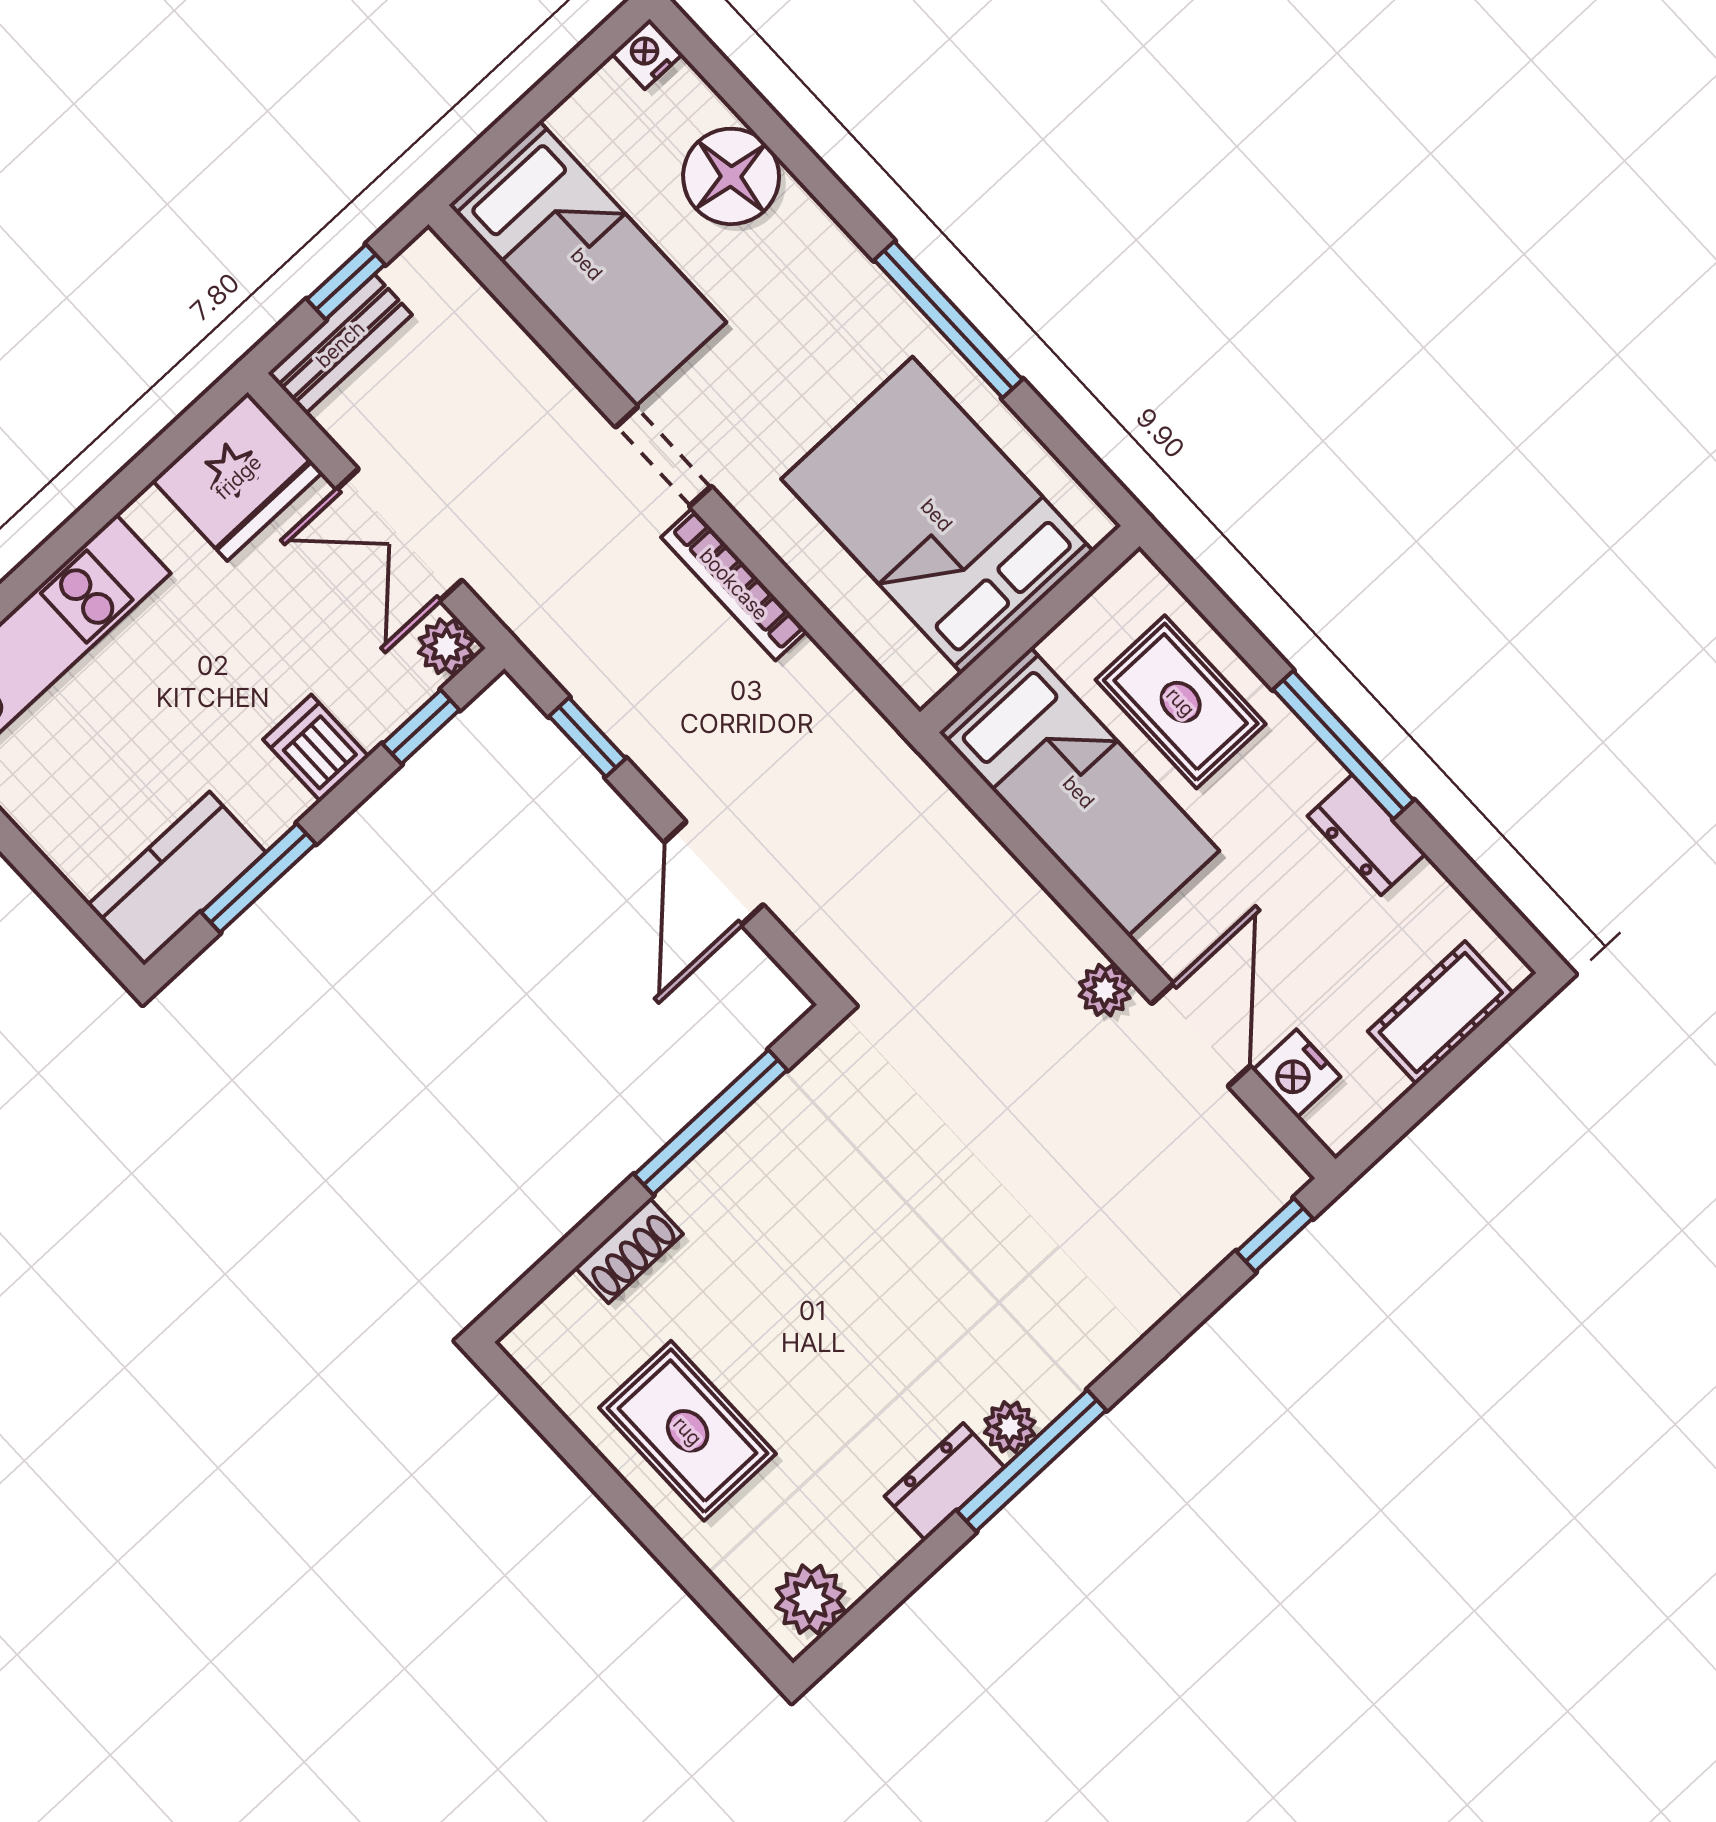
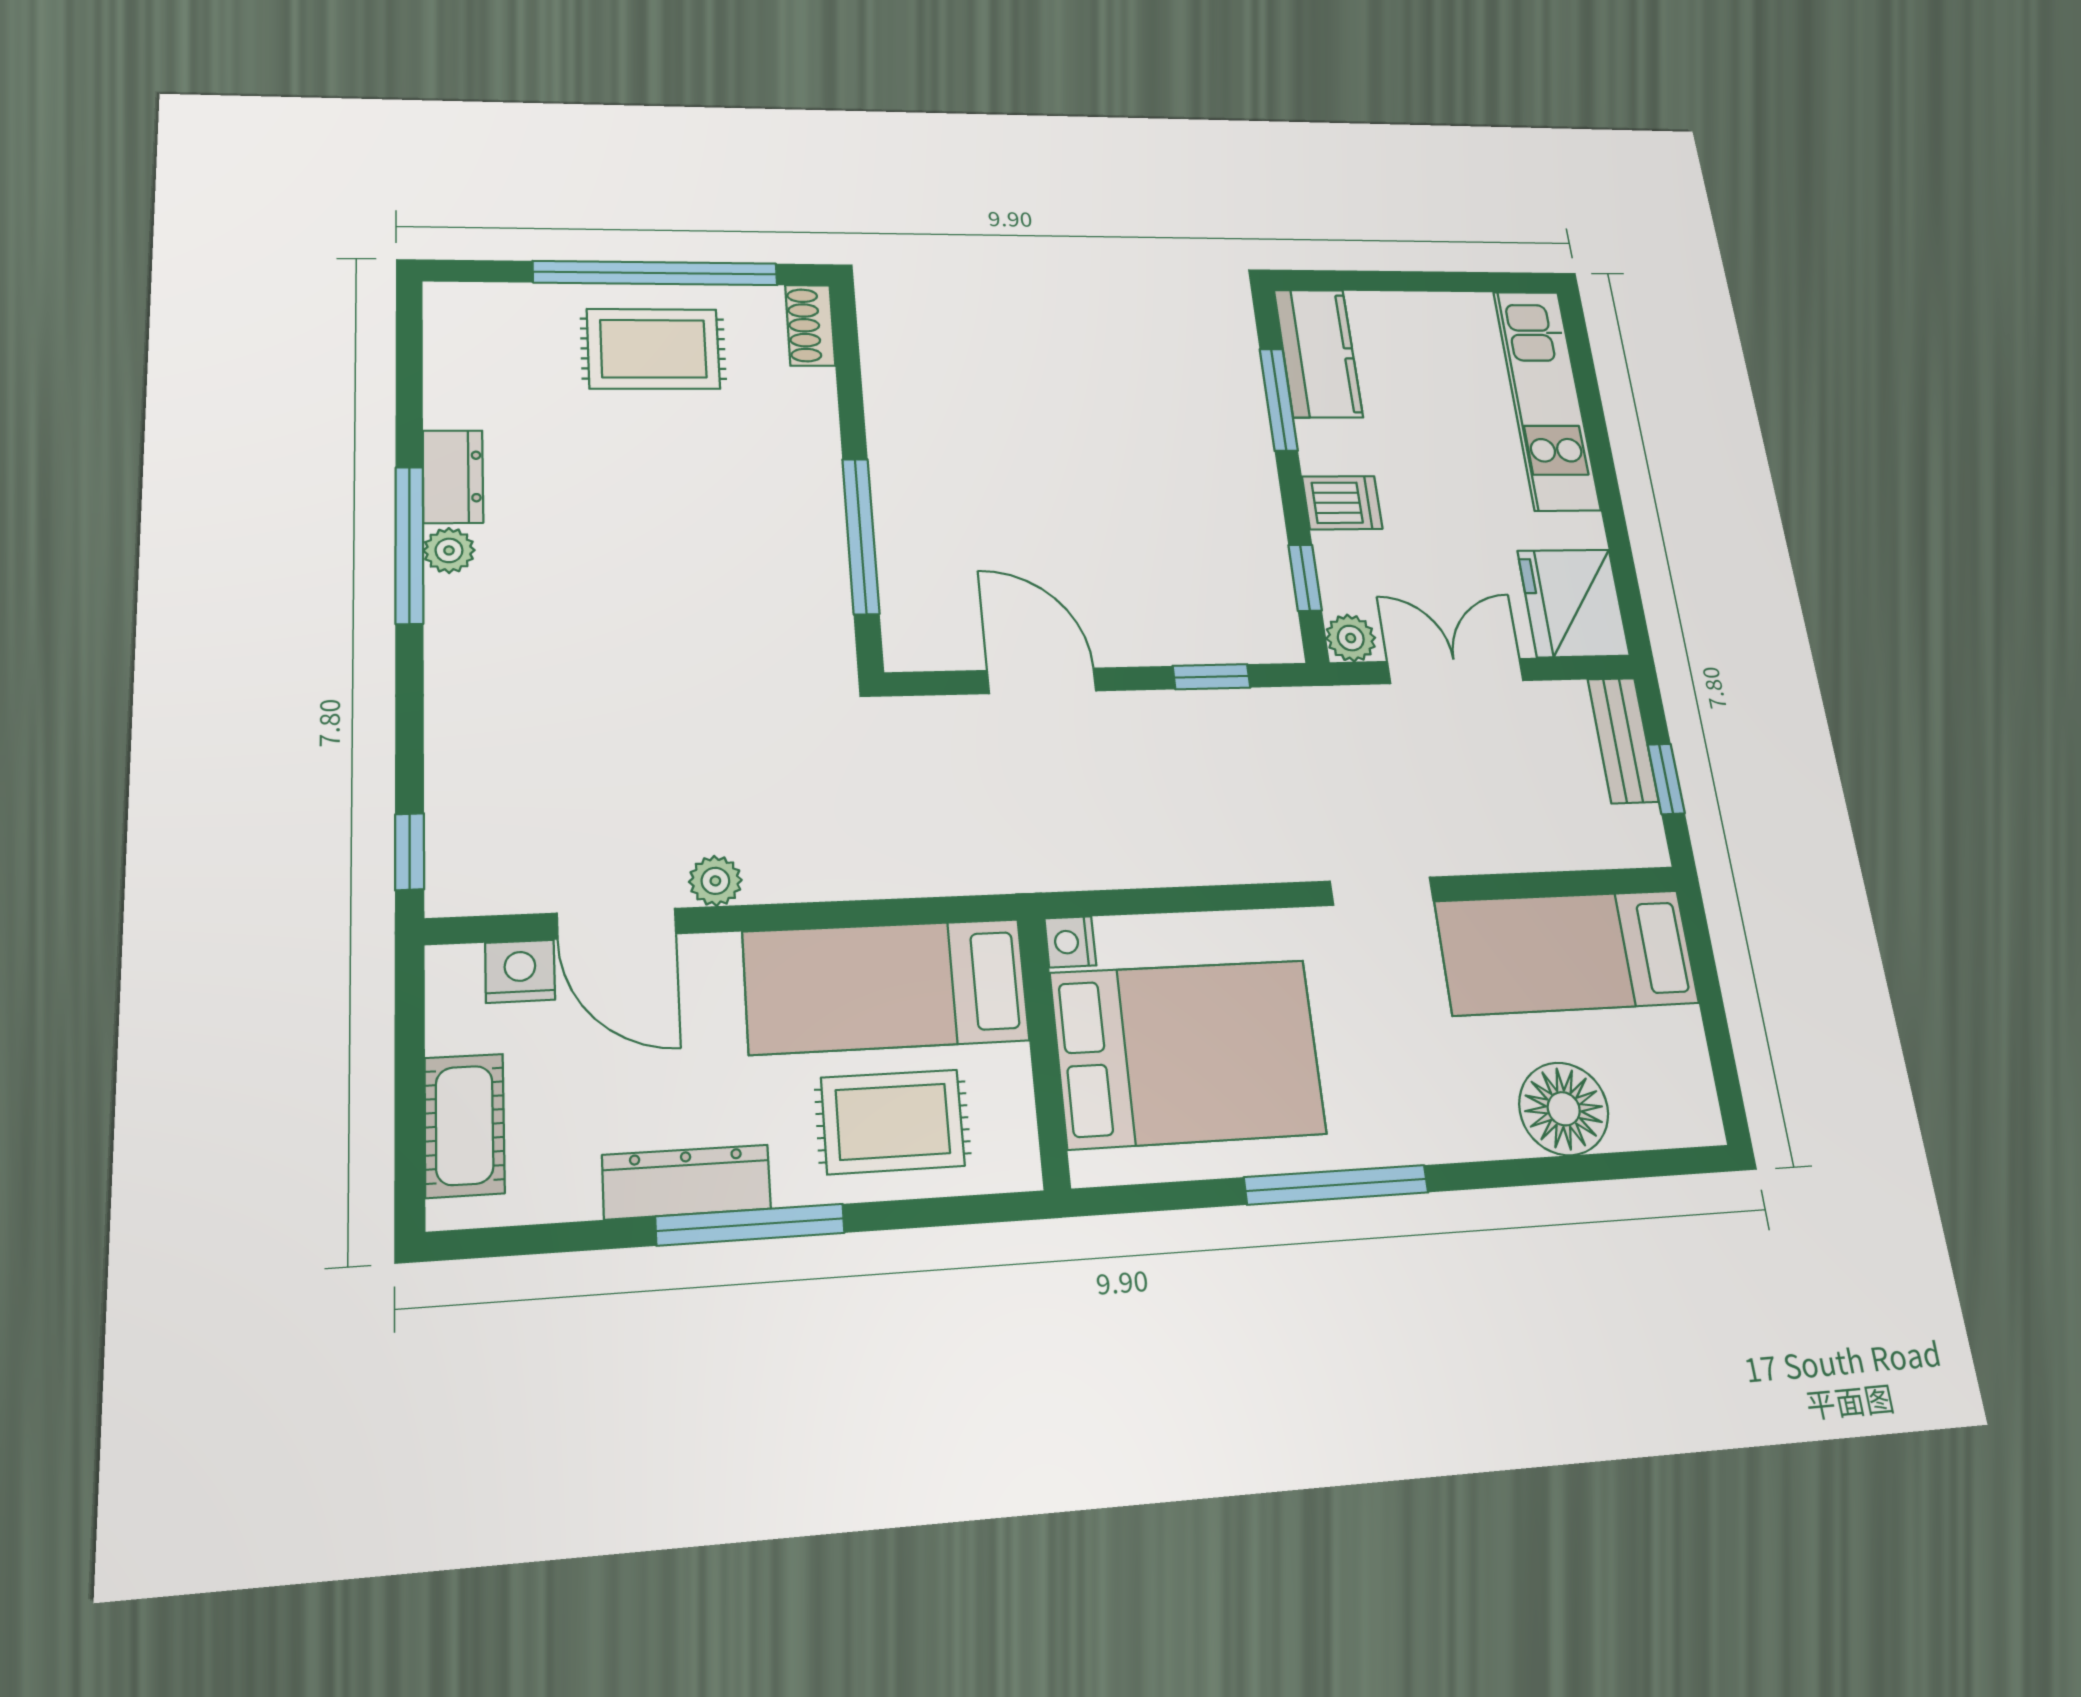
nightstand: (647, 54) -> (1070, 942), moved, turned 180
bookcase: (734, 584) -> (1247, 864), removed
dresser: (1367, 835) -> (687, 1182), width x1.44
shoe rack: (629, 1251) -> (810, 325), moved
window: (614, 1491) -> (656, 273), added
plant: (810, 1599) -> (457, 327), removed

